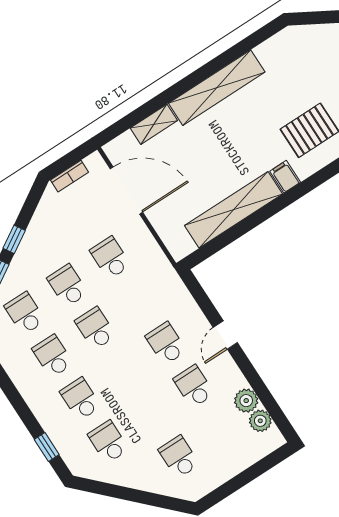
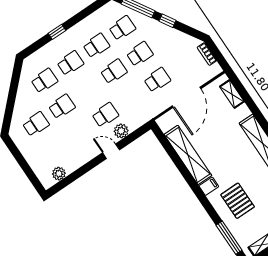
shelving: (154, 124) -> (232, 94), moved
door: (126, 190) -> (187, 97), moved
school desk: (194, 386) -> (62, 107), moved
plant: (246, 401) -> (121, 131), moved
window: (47, 447) -> (57, 32), moved

